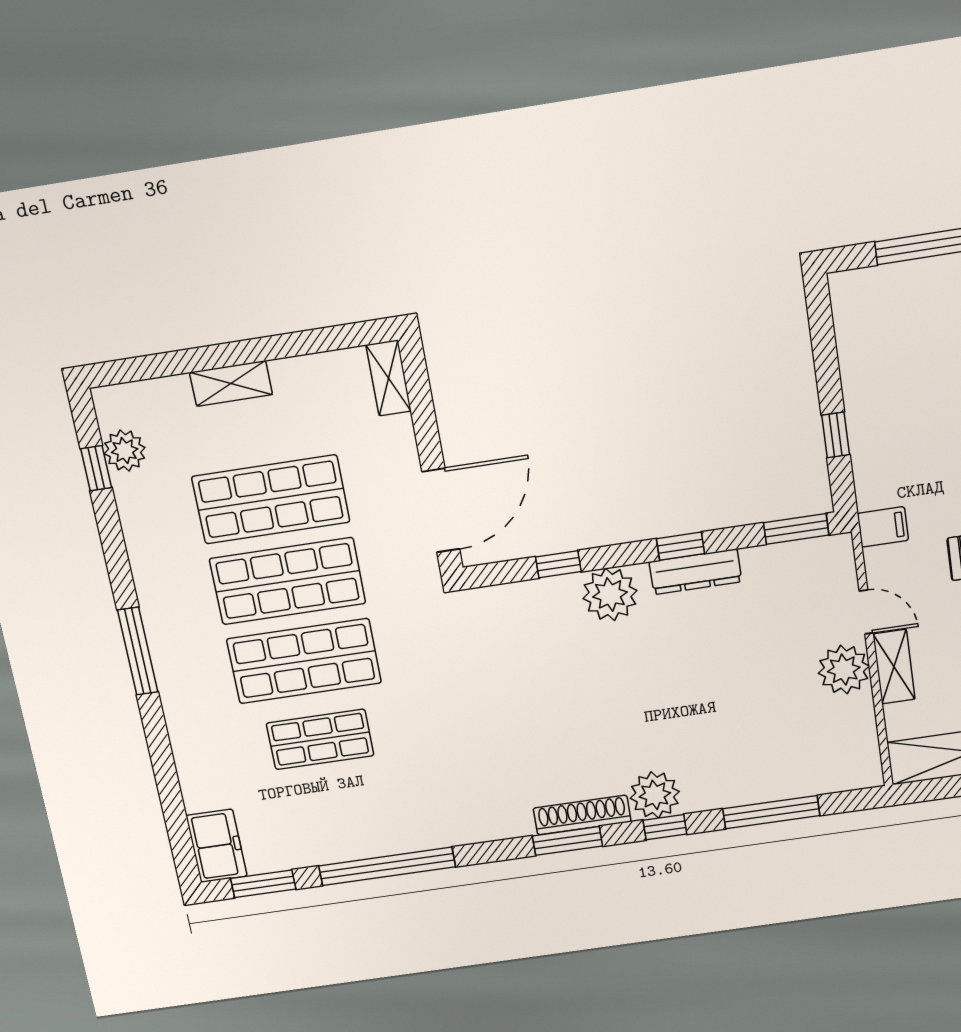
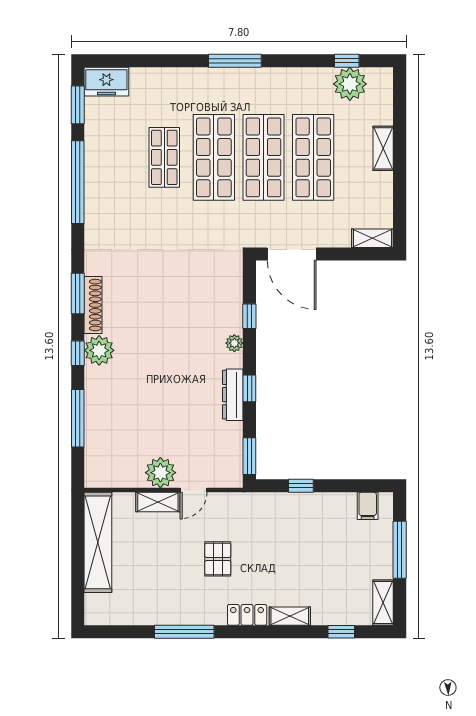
plant: (125, 451) -> (350, 84), width x1.36, depth x1.36
filing cabinet: (883, 527) -> (368, 506), moved
plant: (610, 594) -> (234, 343), width x0.53, depth x0.53

